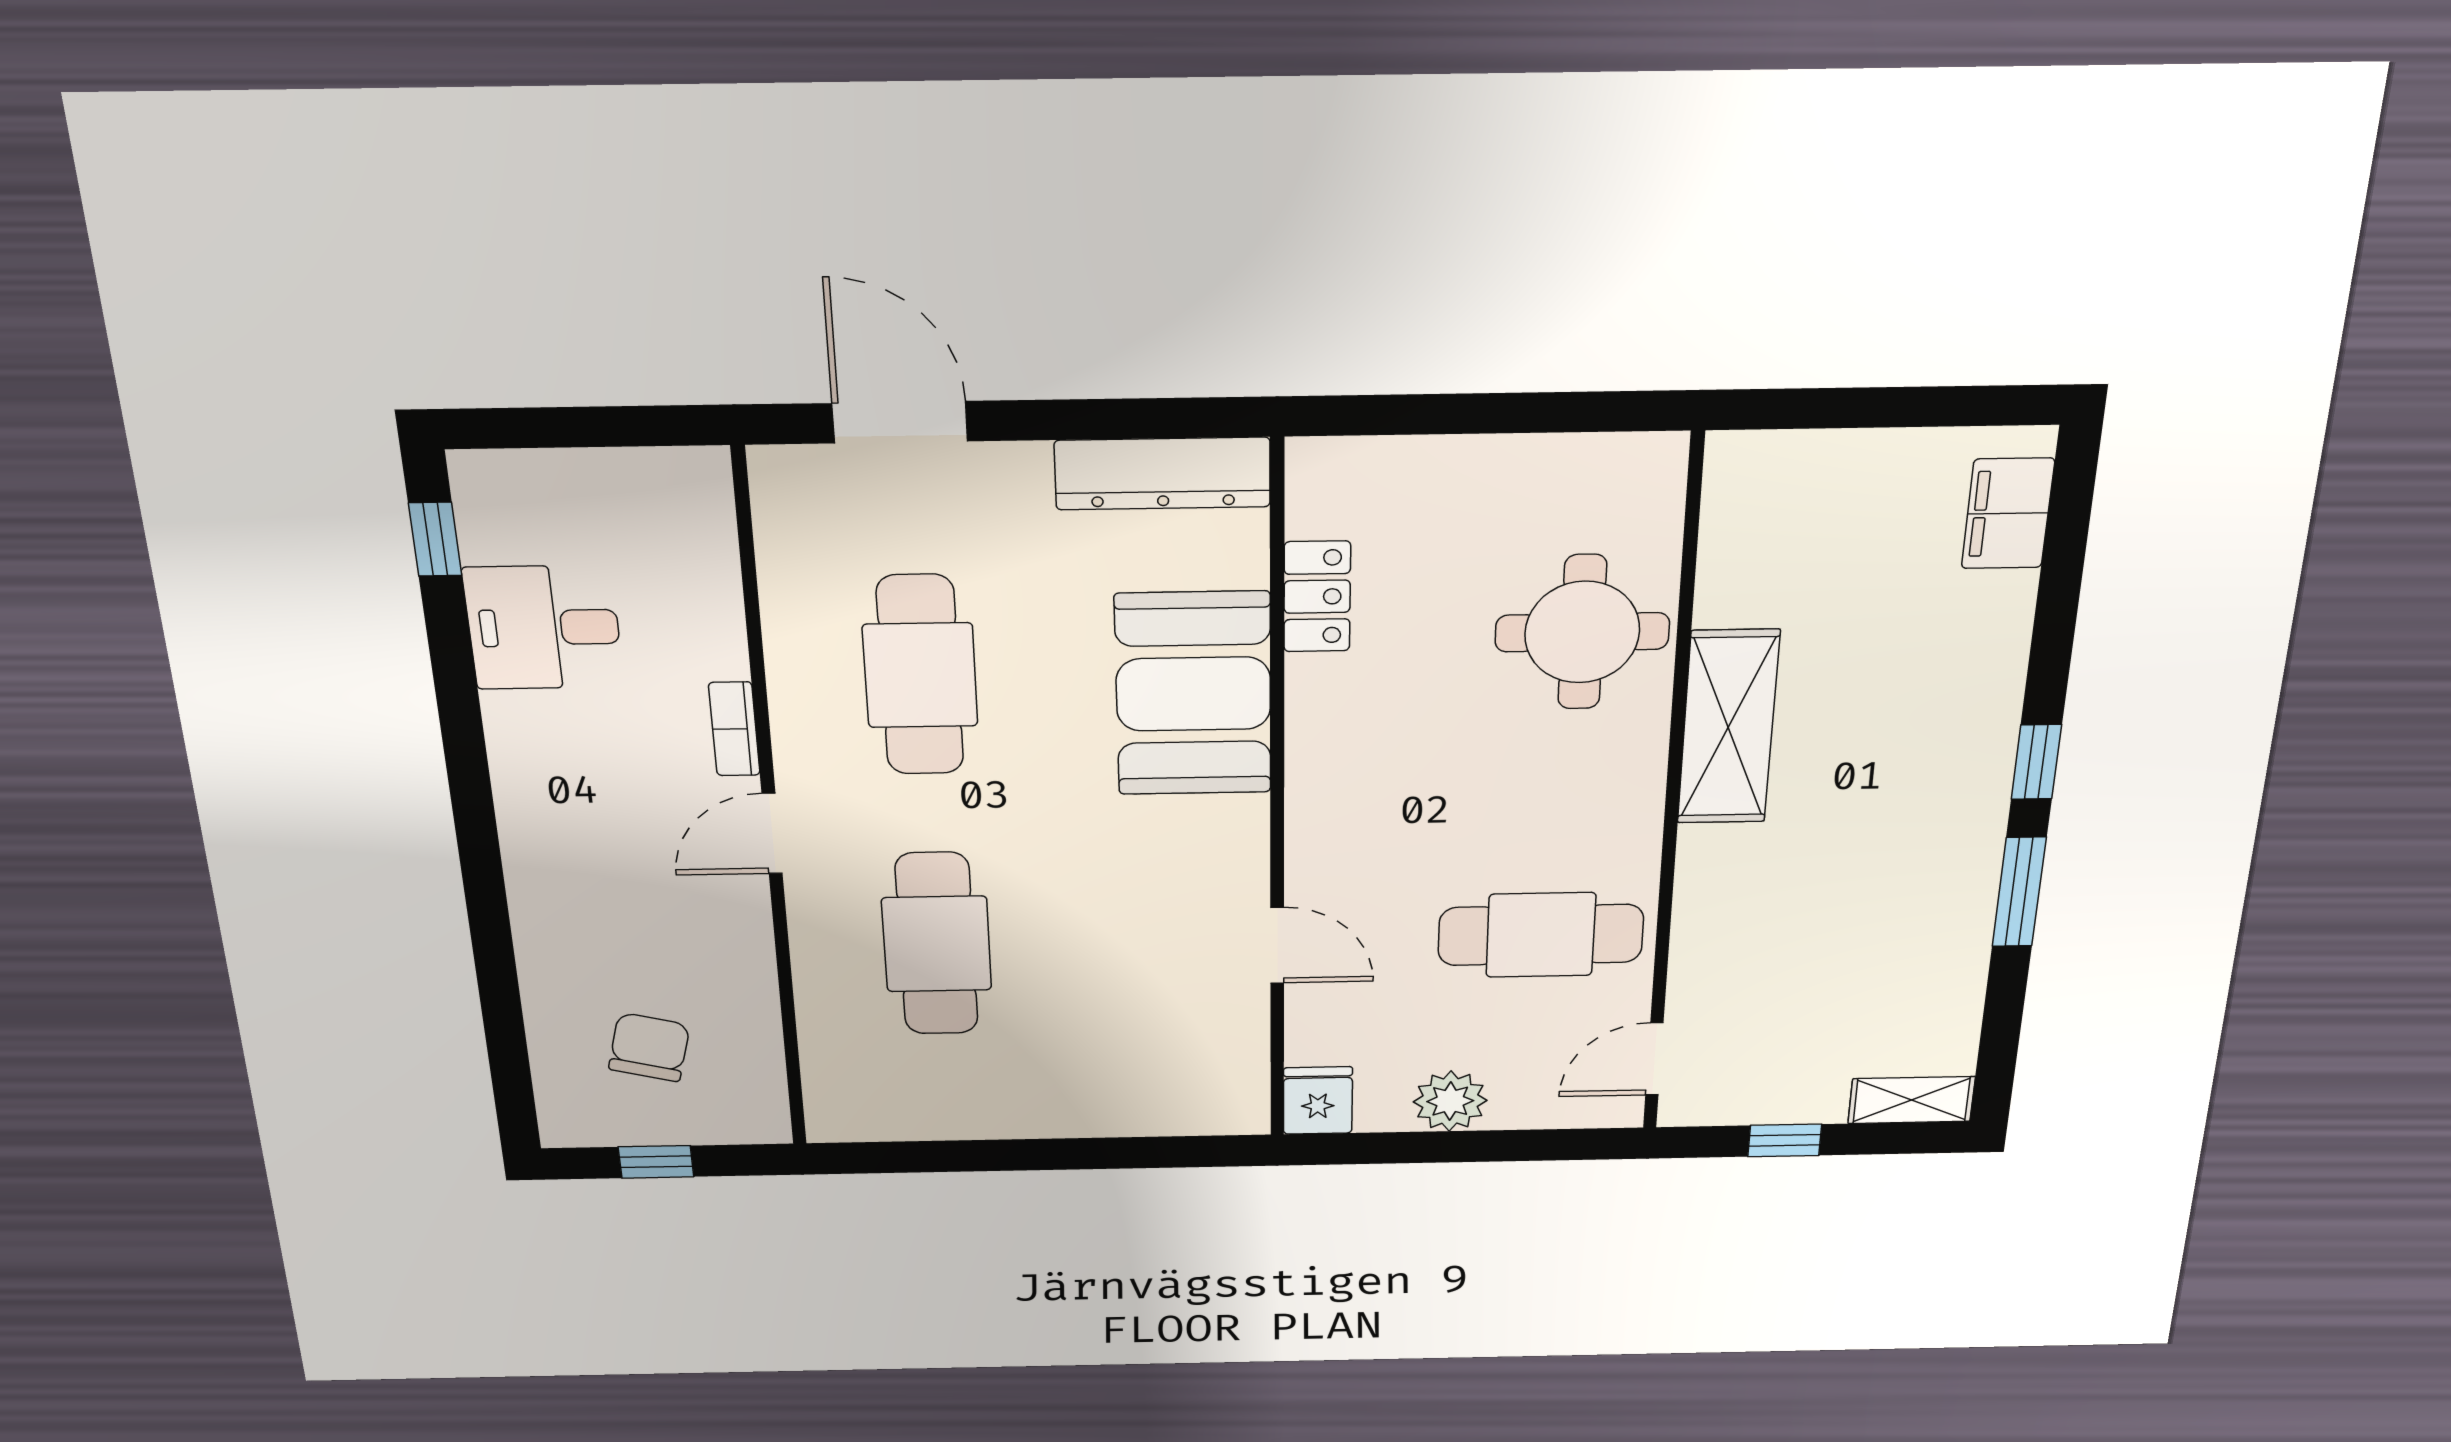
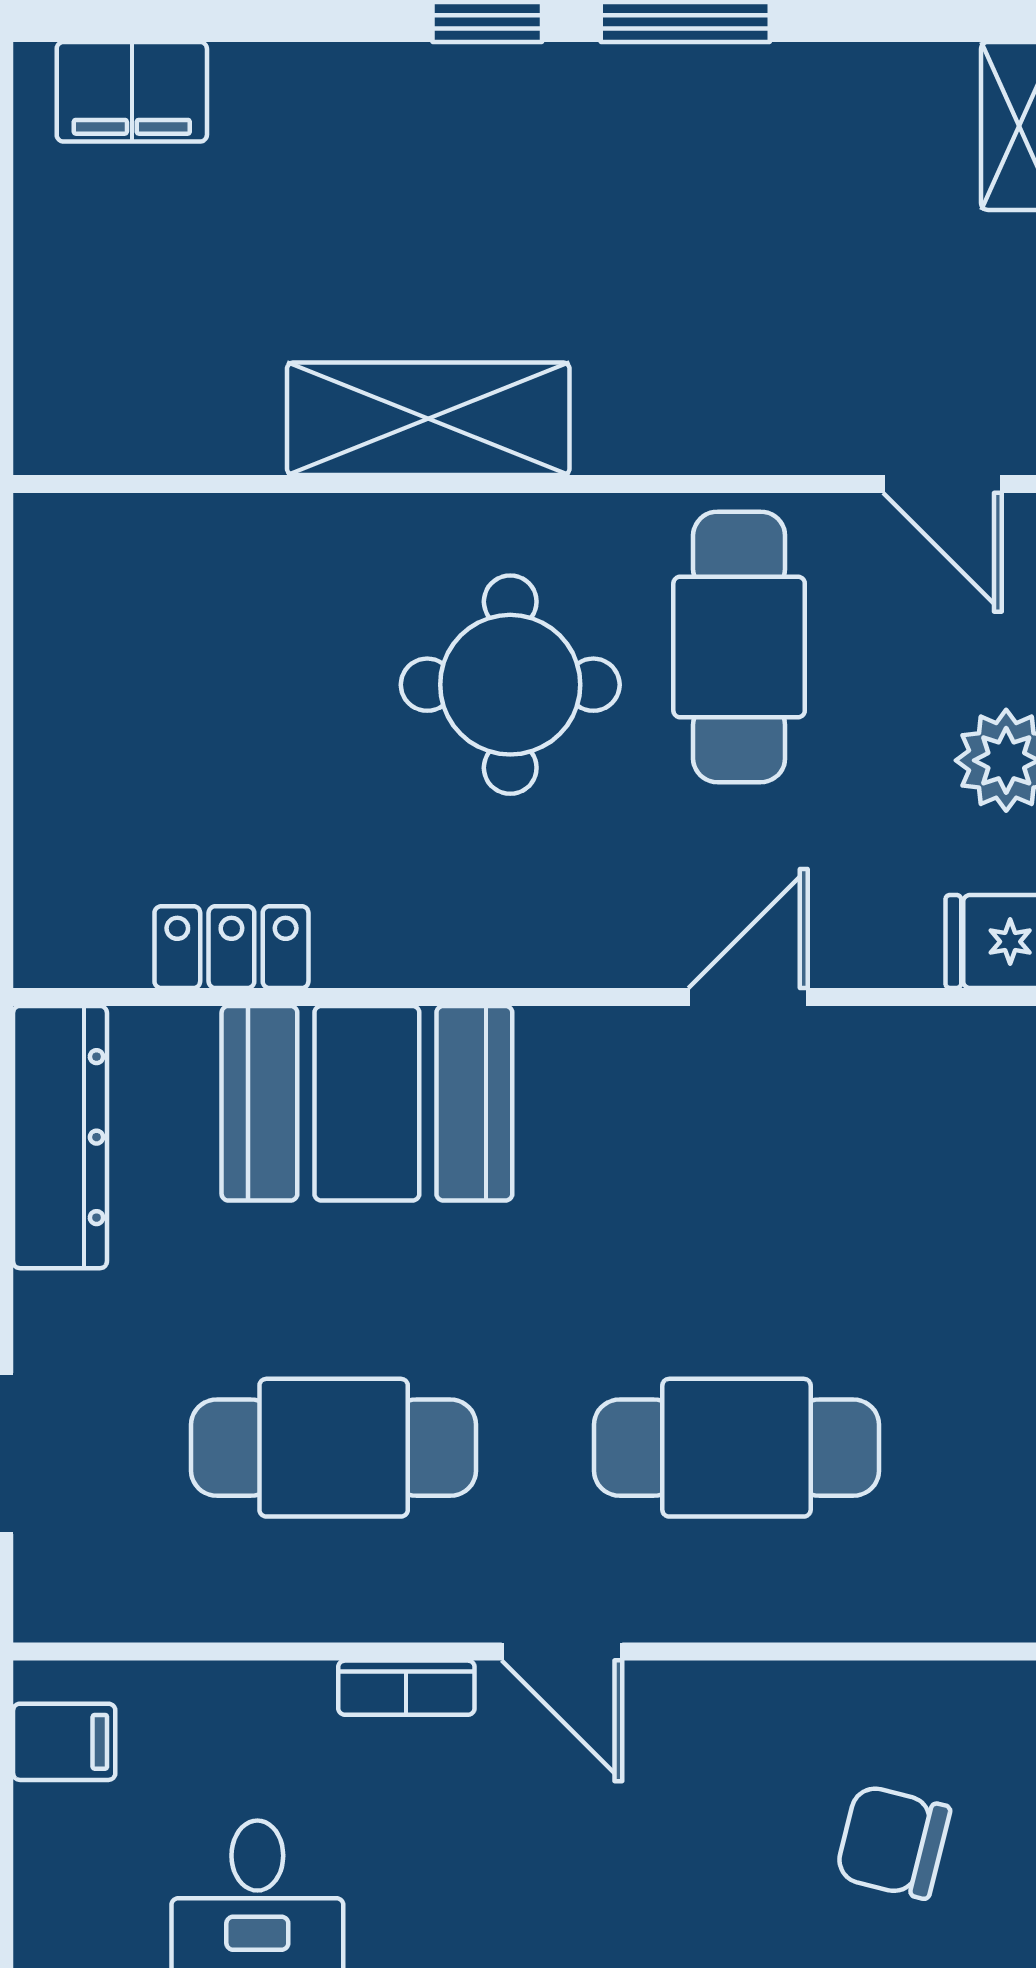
filing cabinet: (667, 484) -> (64, 1742), added
round table: (1582, 632) -> (510, 685), moved

